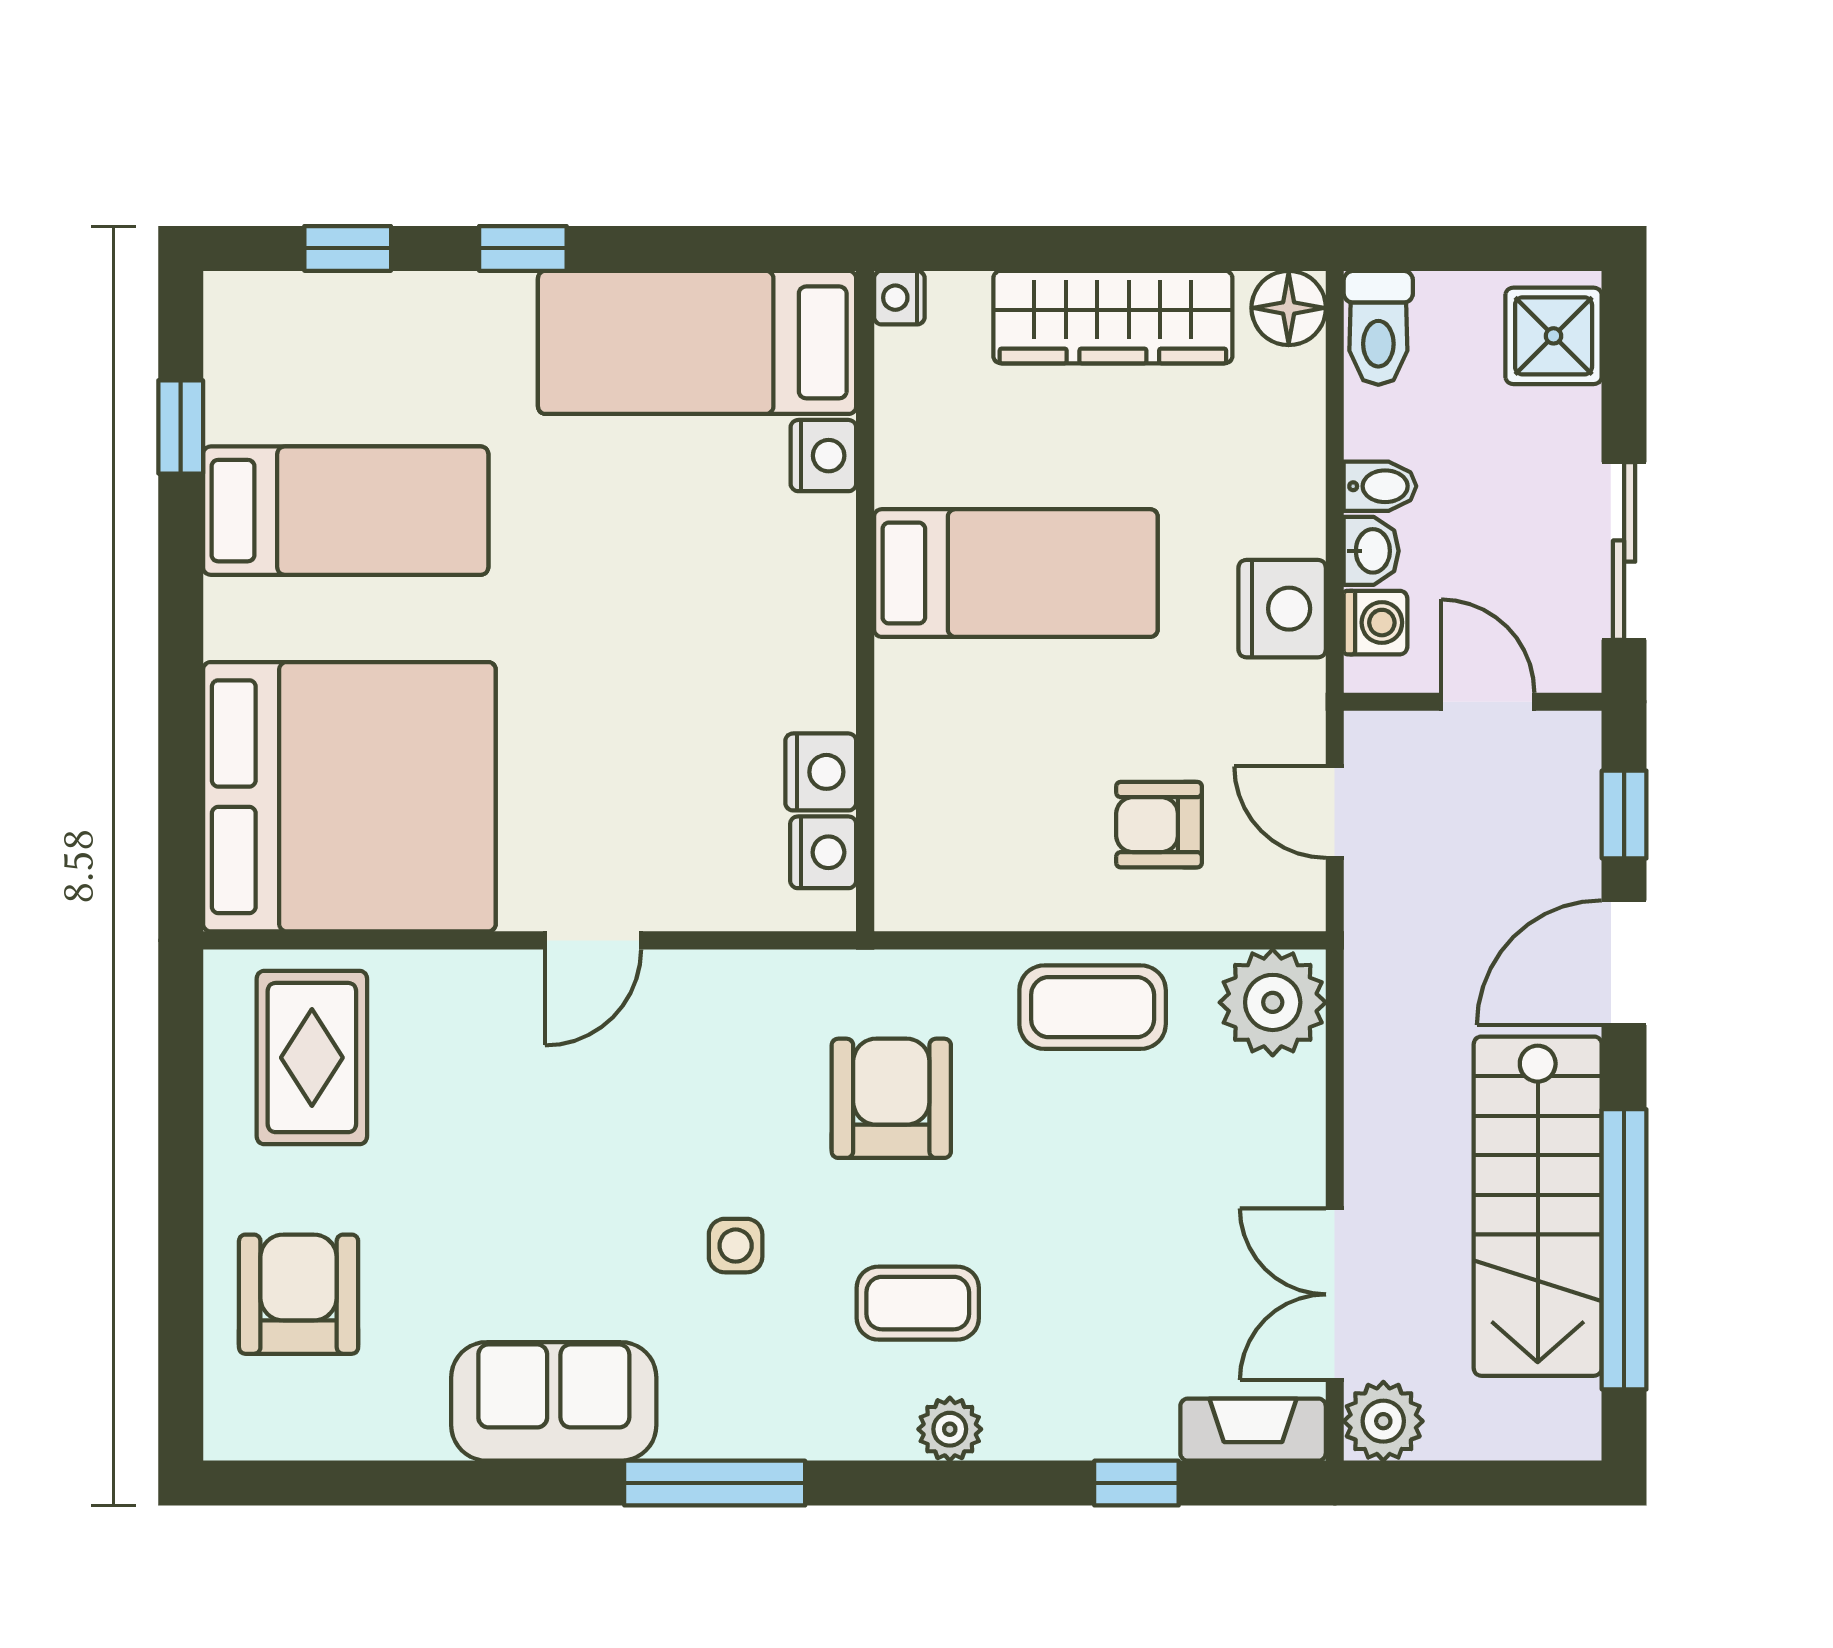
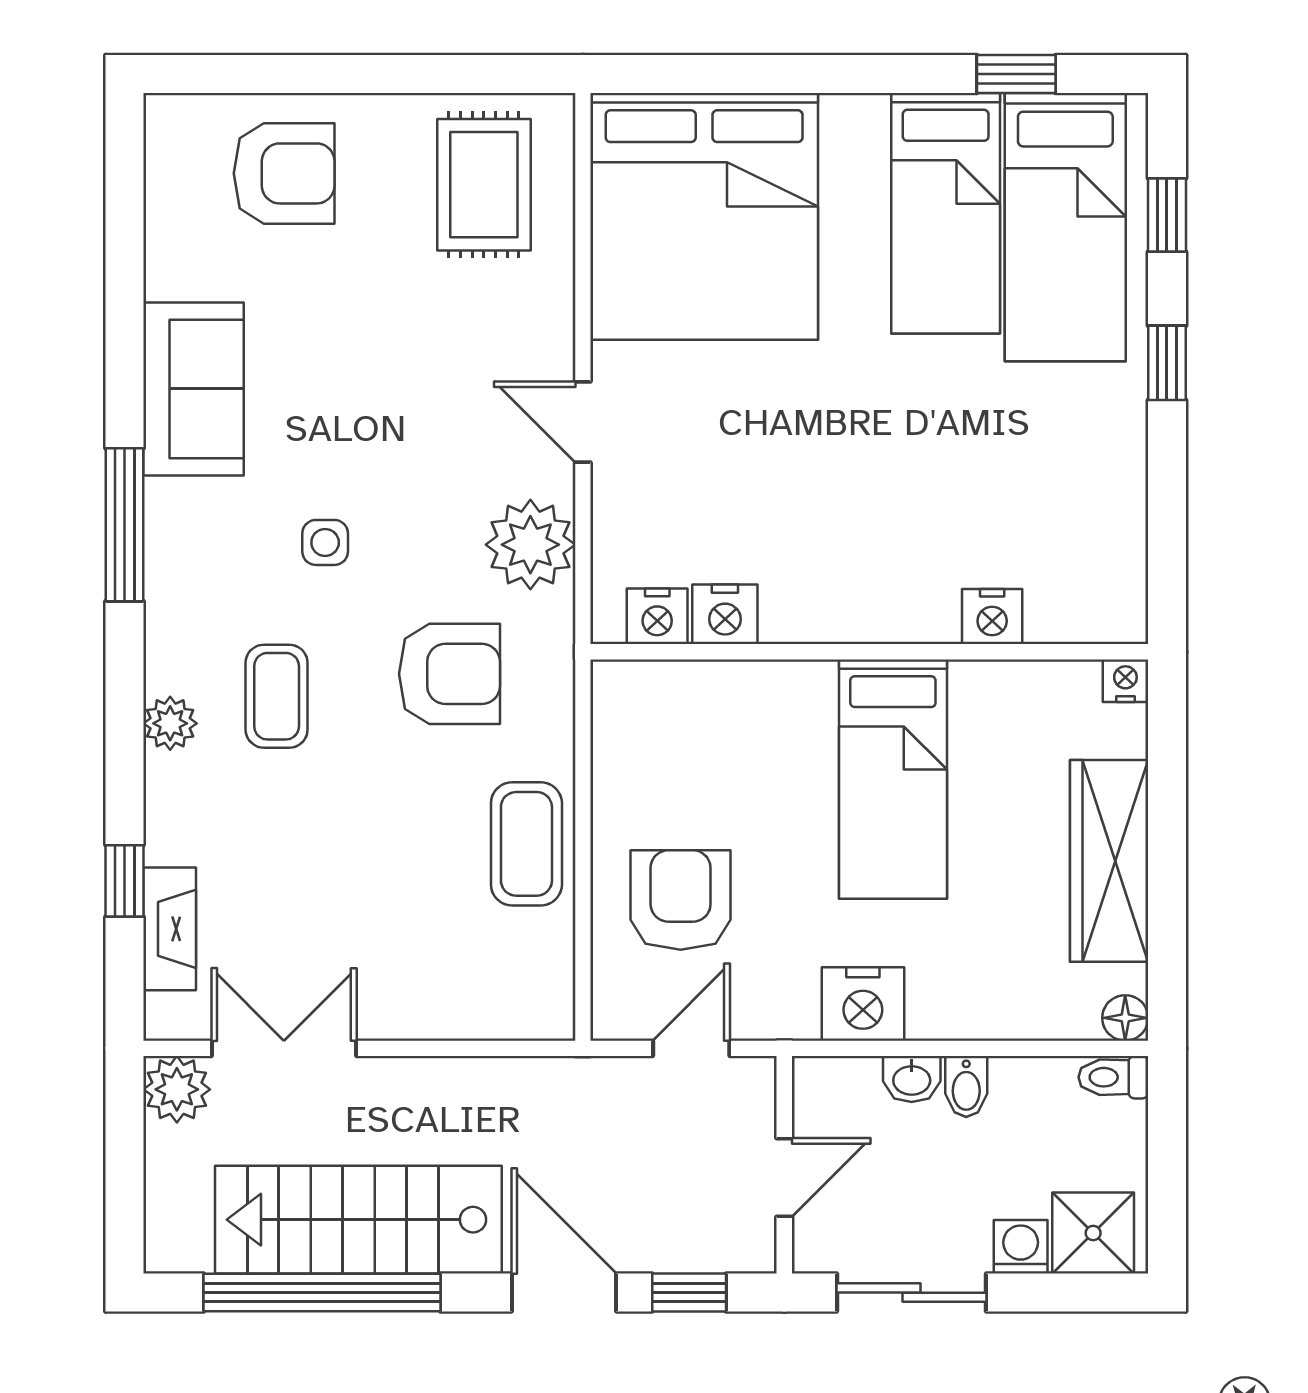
floor lamp: (1289, 308) -> (1125, 1018), width x0.73, depth x0.73
toilet: (1378, 328) -> (1113, 1077), width x0.73, depth x0.72
bed: (697, 342) -> (1065, 227), moved, turned 180
washing machine: (1376, 623) -> (1021, 1247), moved, turned 180
armchair: (1159, 825) -> (681, 900), width x1.38, depth x1.38
plant: (1273, 1002) -> (530, 545), moved
rug: (312, 1058) -> (484, 185), turned 90
fireplace: (1253, 1430) -> (170, 929), moved

